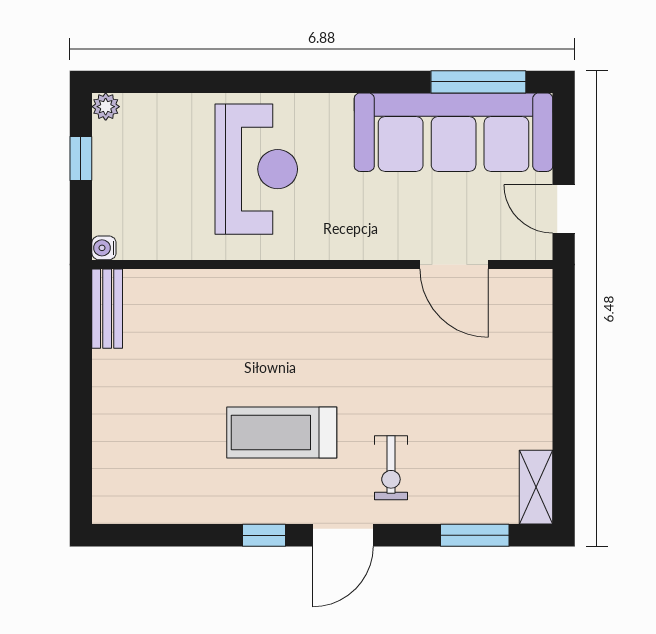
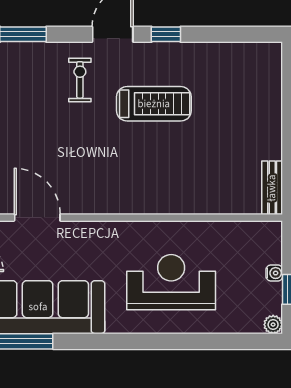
reception desk: (256, 169) -> (171, 282), turned 90
water cooler: (104, 248) -> (274, 273), moved

